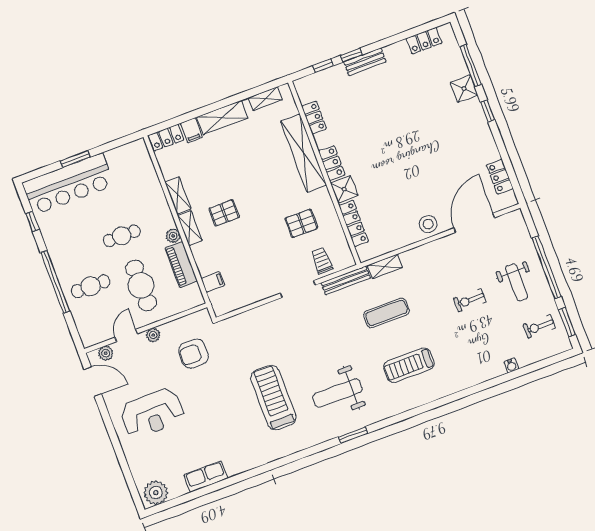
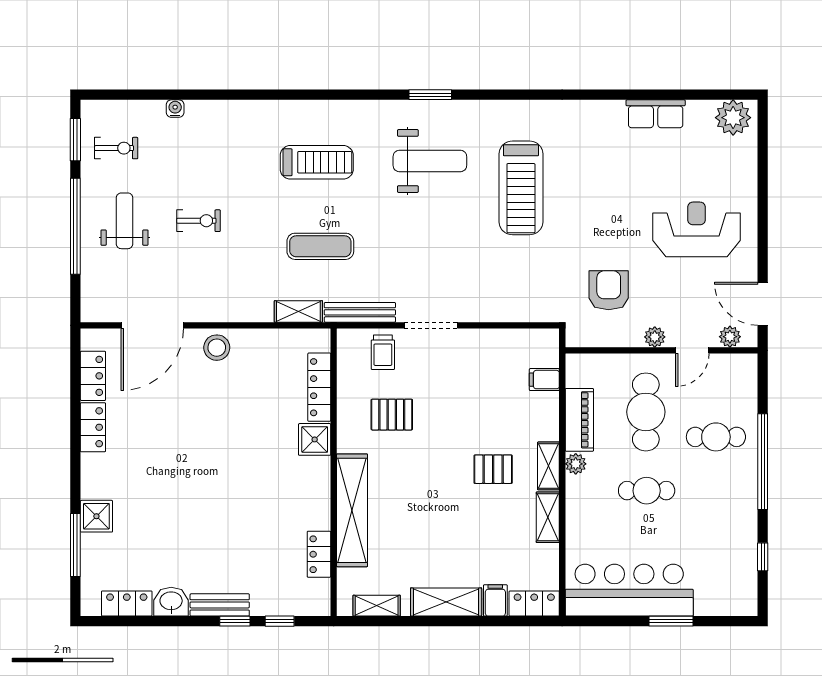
washbasin: (396, 52) -> (171, 602), added
window: (488, 111) -> (75, 473), removed
locker: (332, 163) -> (93, 427), moved, turned 180
bar counter: (68, 184) -> (629, 590), moved
armchair: (193, 354) -> (609, 290), turned -90

